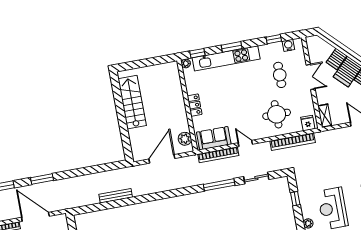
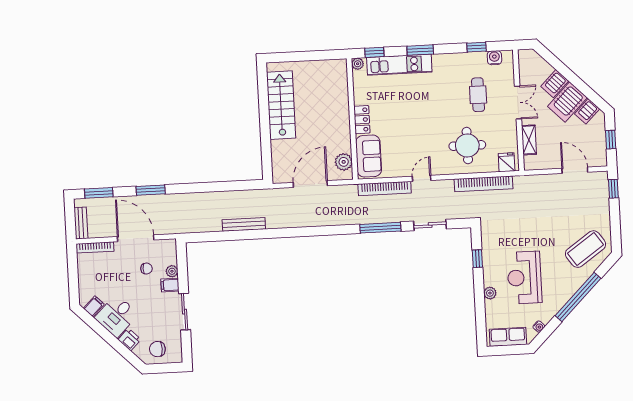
kitchen unit: (226, 58) -> (399, 65), width x0.73
shelving: (325, 116) -> (529, 140), moved
sofa: (214, 138) -> (369, 156), moved, turned 90
door: (245, 144) -> (422, 178), hinge flipped

